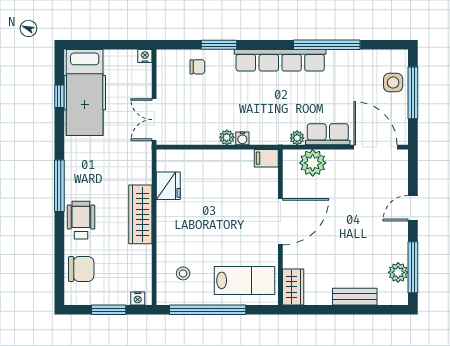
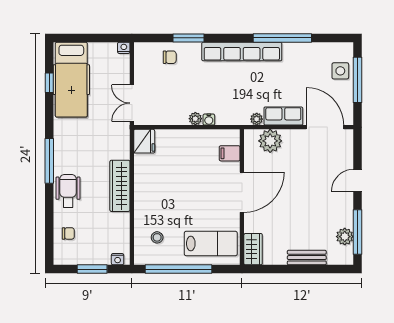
filing cabinet: (266, 158) -> (230, 153), moved
fridge: (168, 186) -> (144, 141), moved
chair: (81, 269) -> (68, 233), width x0.54, depth x0.54

